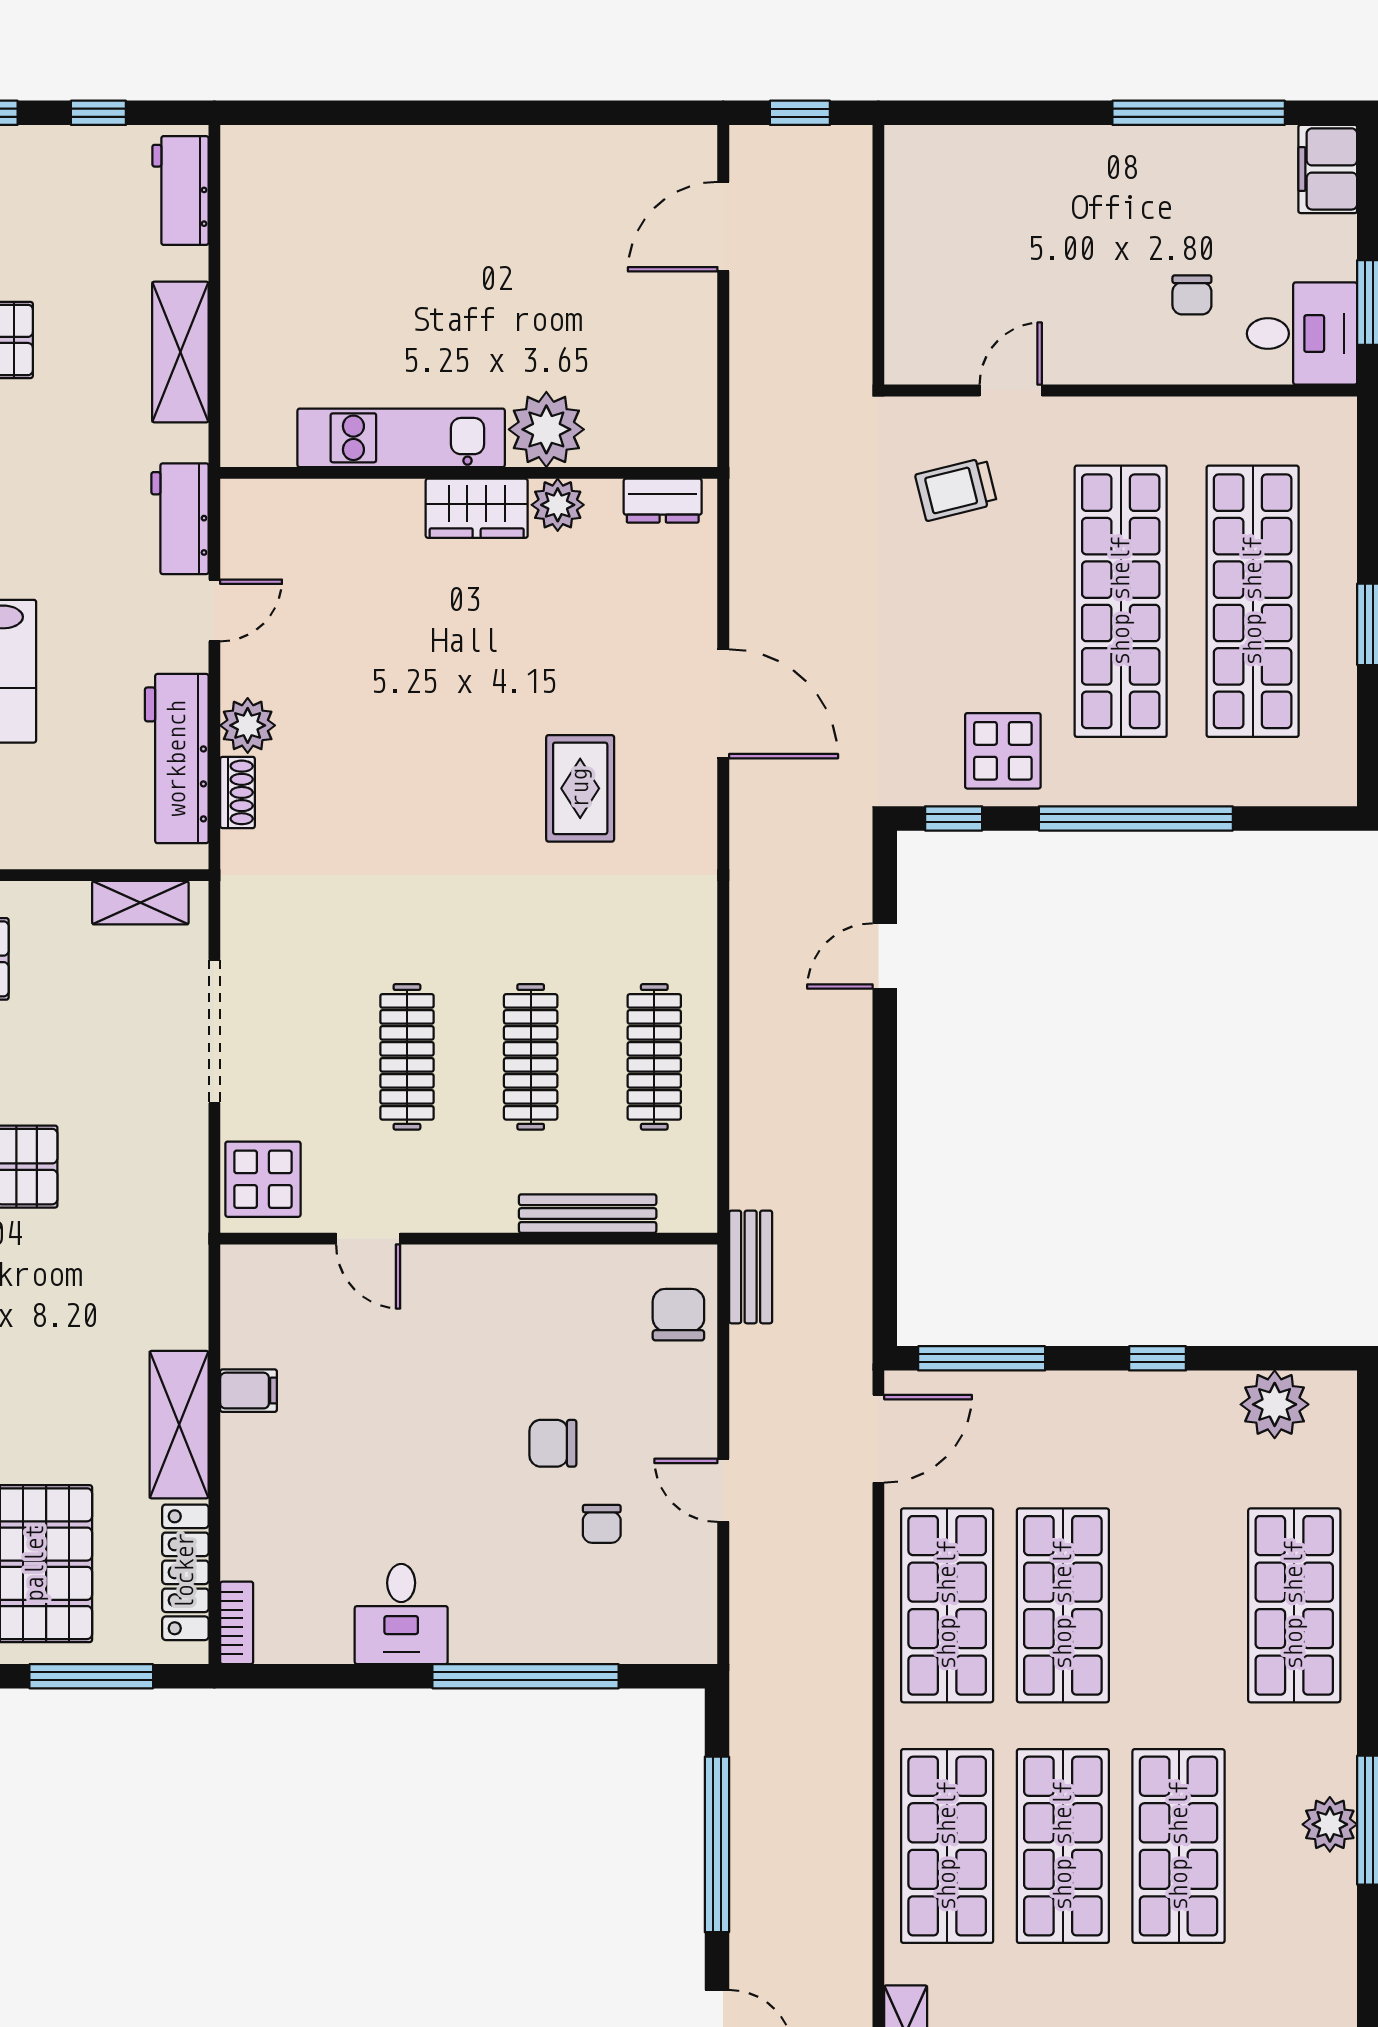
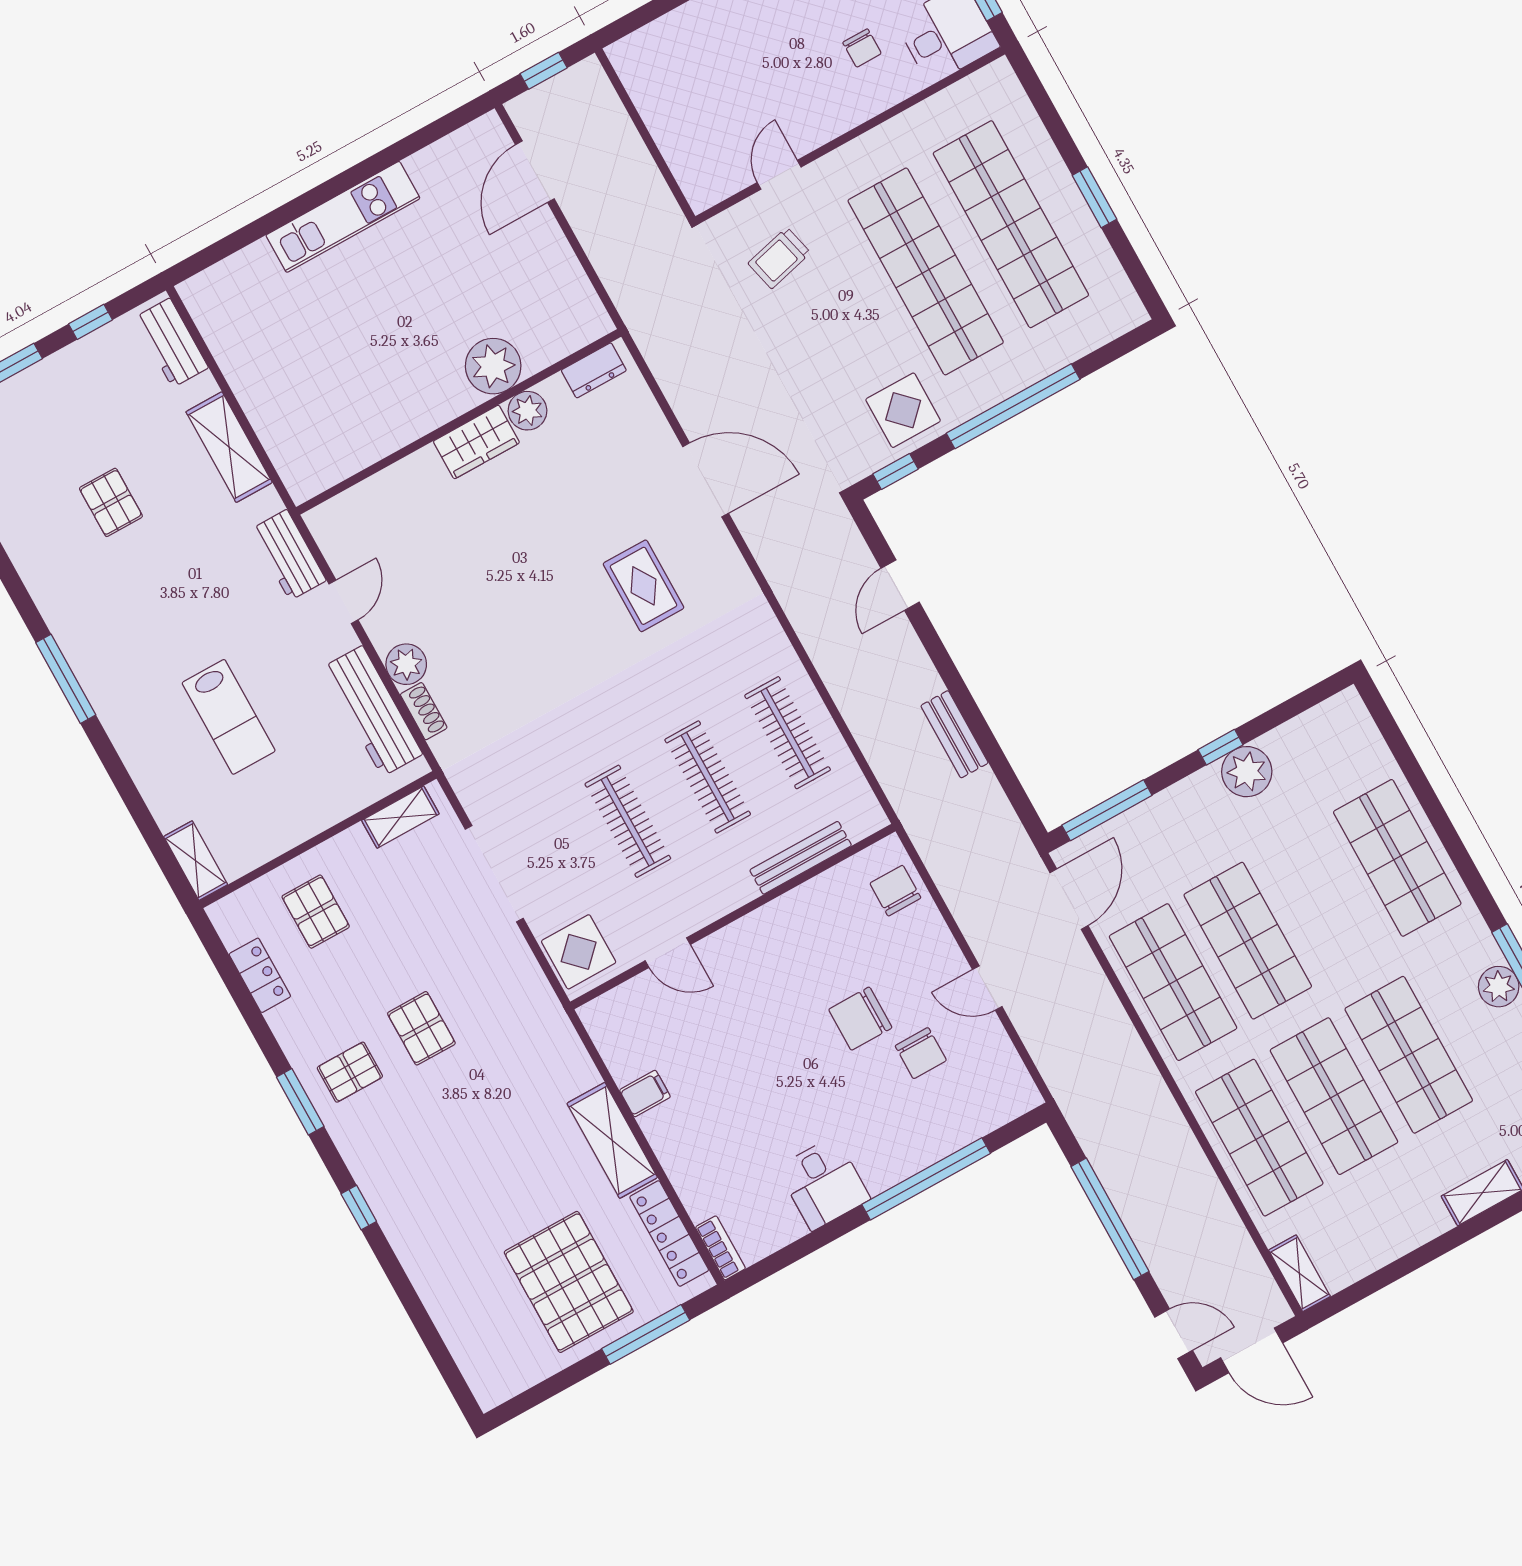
kitchen unit: (401, 438) -> (343, 217), moved, turned 180
bench: (751, 1267) -> (954, 734), moved
plant: (1275, 1404) -> (1247, 772), moved
chair: (553, 1443) -> (860, 1019), width x1.37, depth x1.37
chair: (602, 1524) -> (921, 1053), width x1.37, depth x1.37

